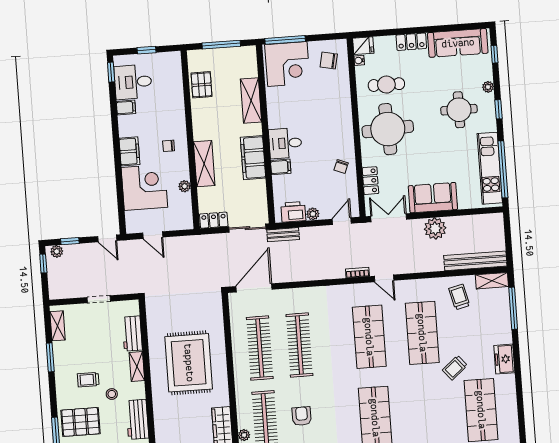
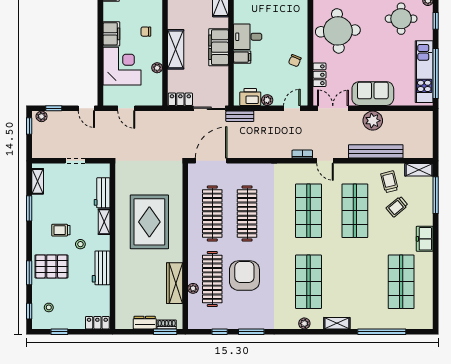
bench: (475, 261) -> (376, 151), moved
trolley: (455, 368) -> (397, 207), moved
armchair: (302, 416) -> (244, 276), width x1.88, depth x1.88

